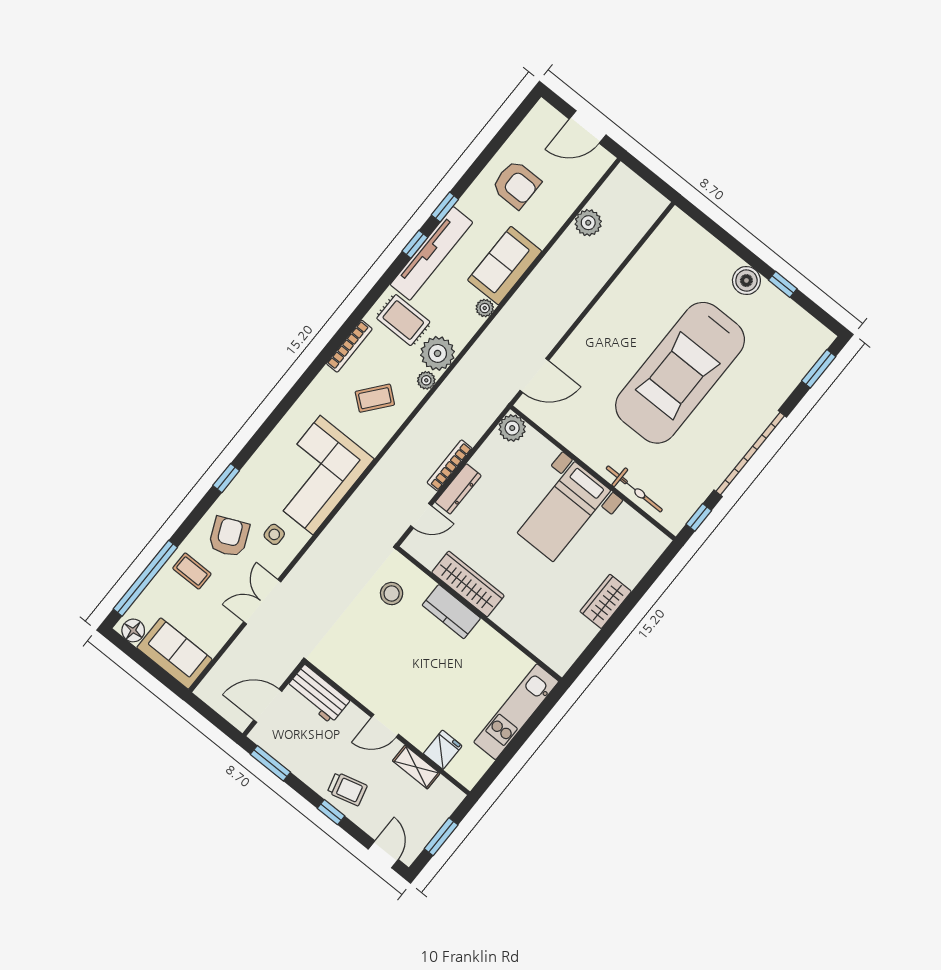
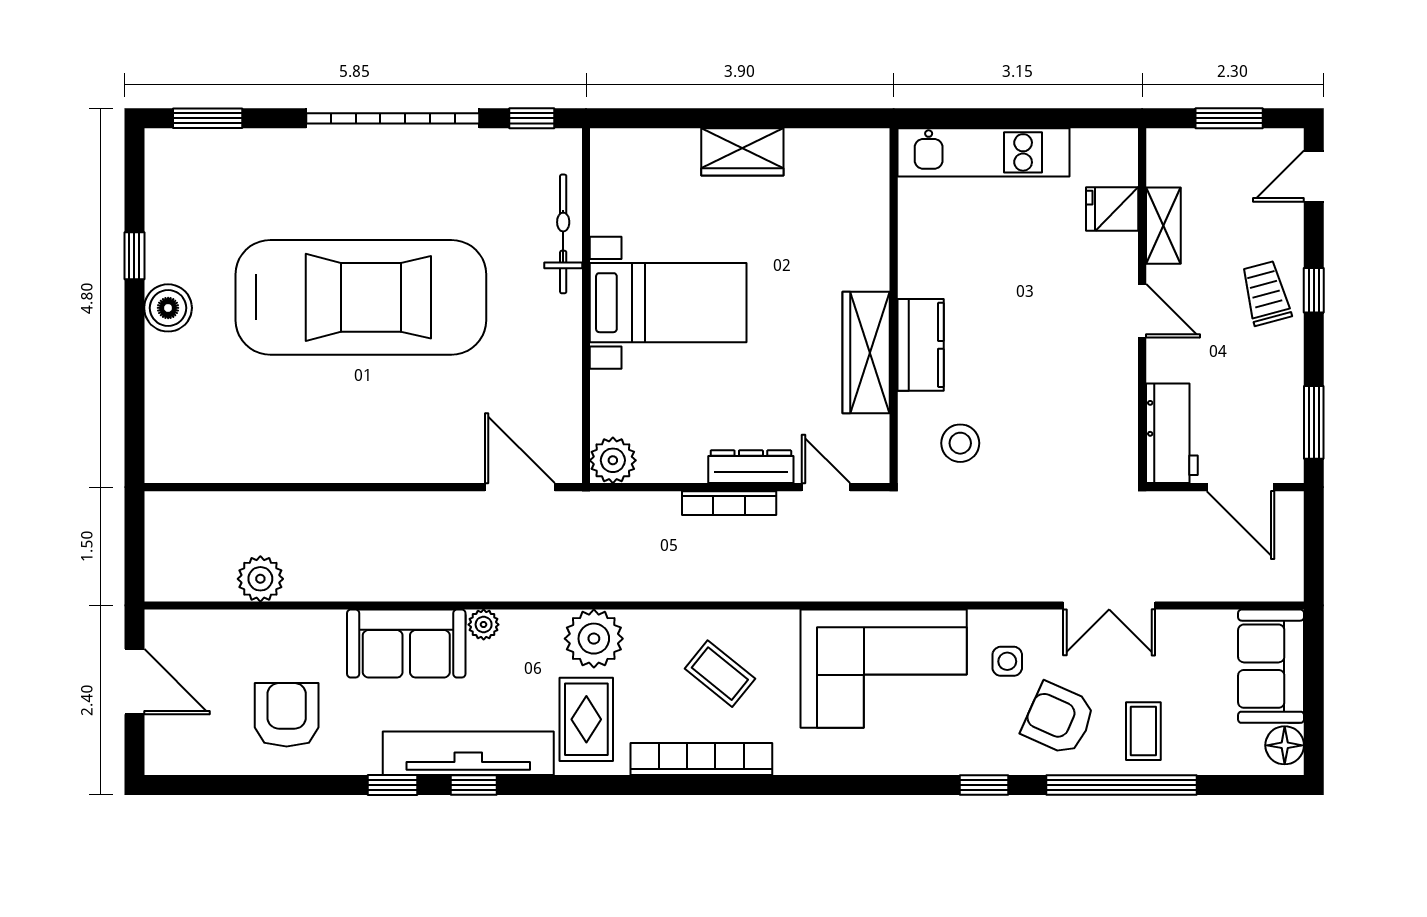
bookcase: (349, 346) -> (701, 759), width x1.48, depth x1.31
plant: (426, 380) -> (641, 625), removed
armchair: (229, 537) -> (1059, 719), turned 48
window: (145, 578) -> (1121, 785), moved

